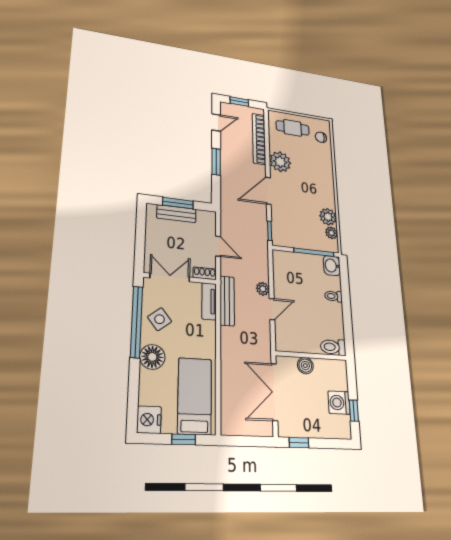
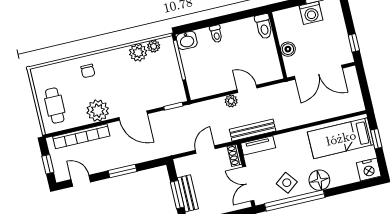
chair: (321, 137) -> (88, 71), moved

